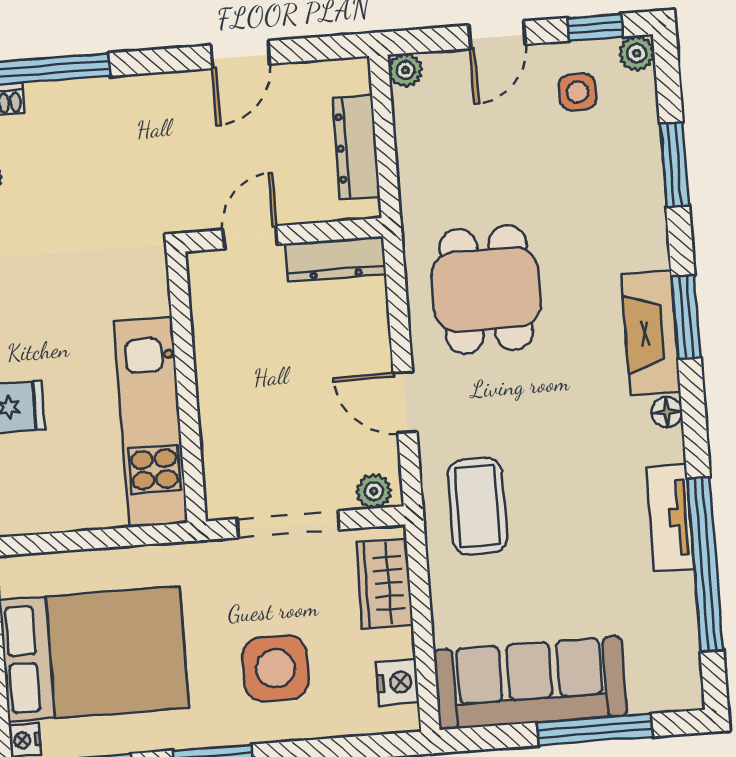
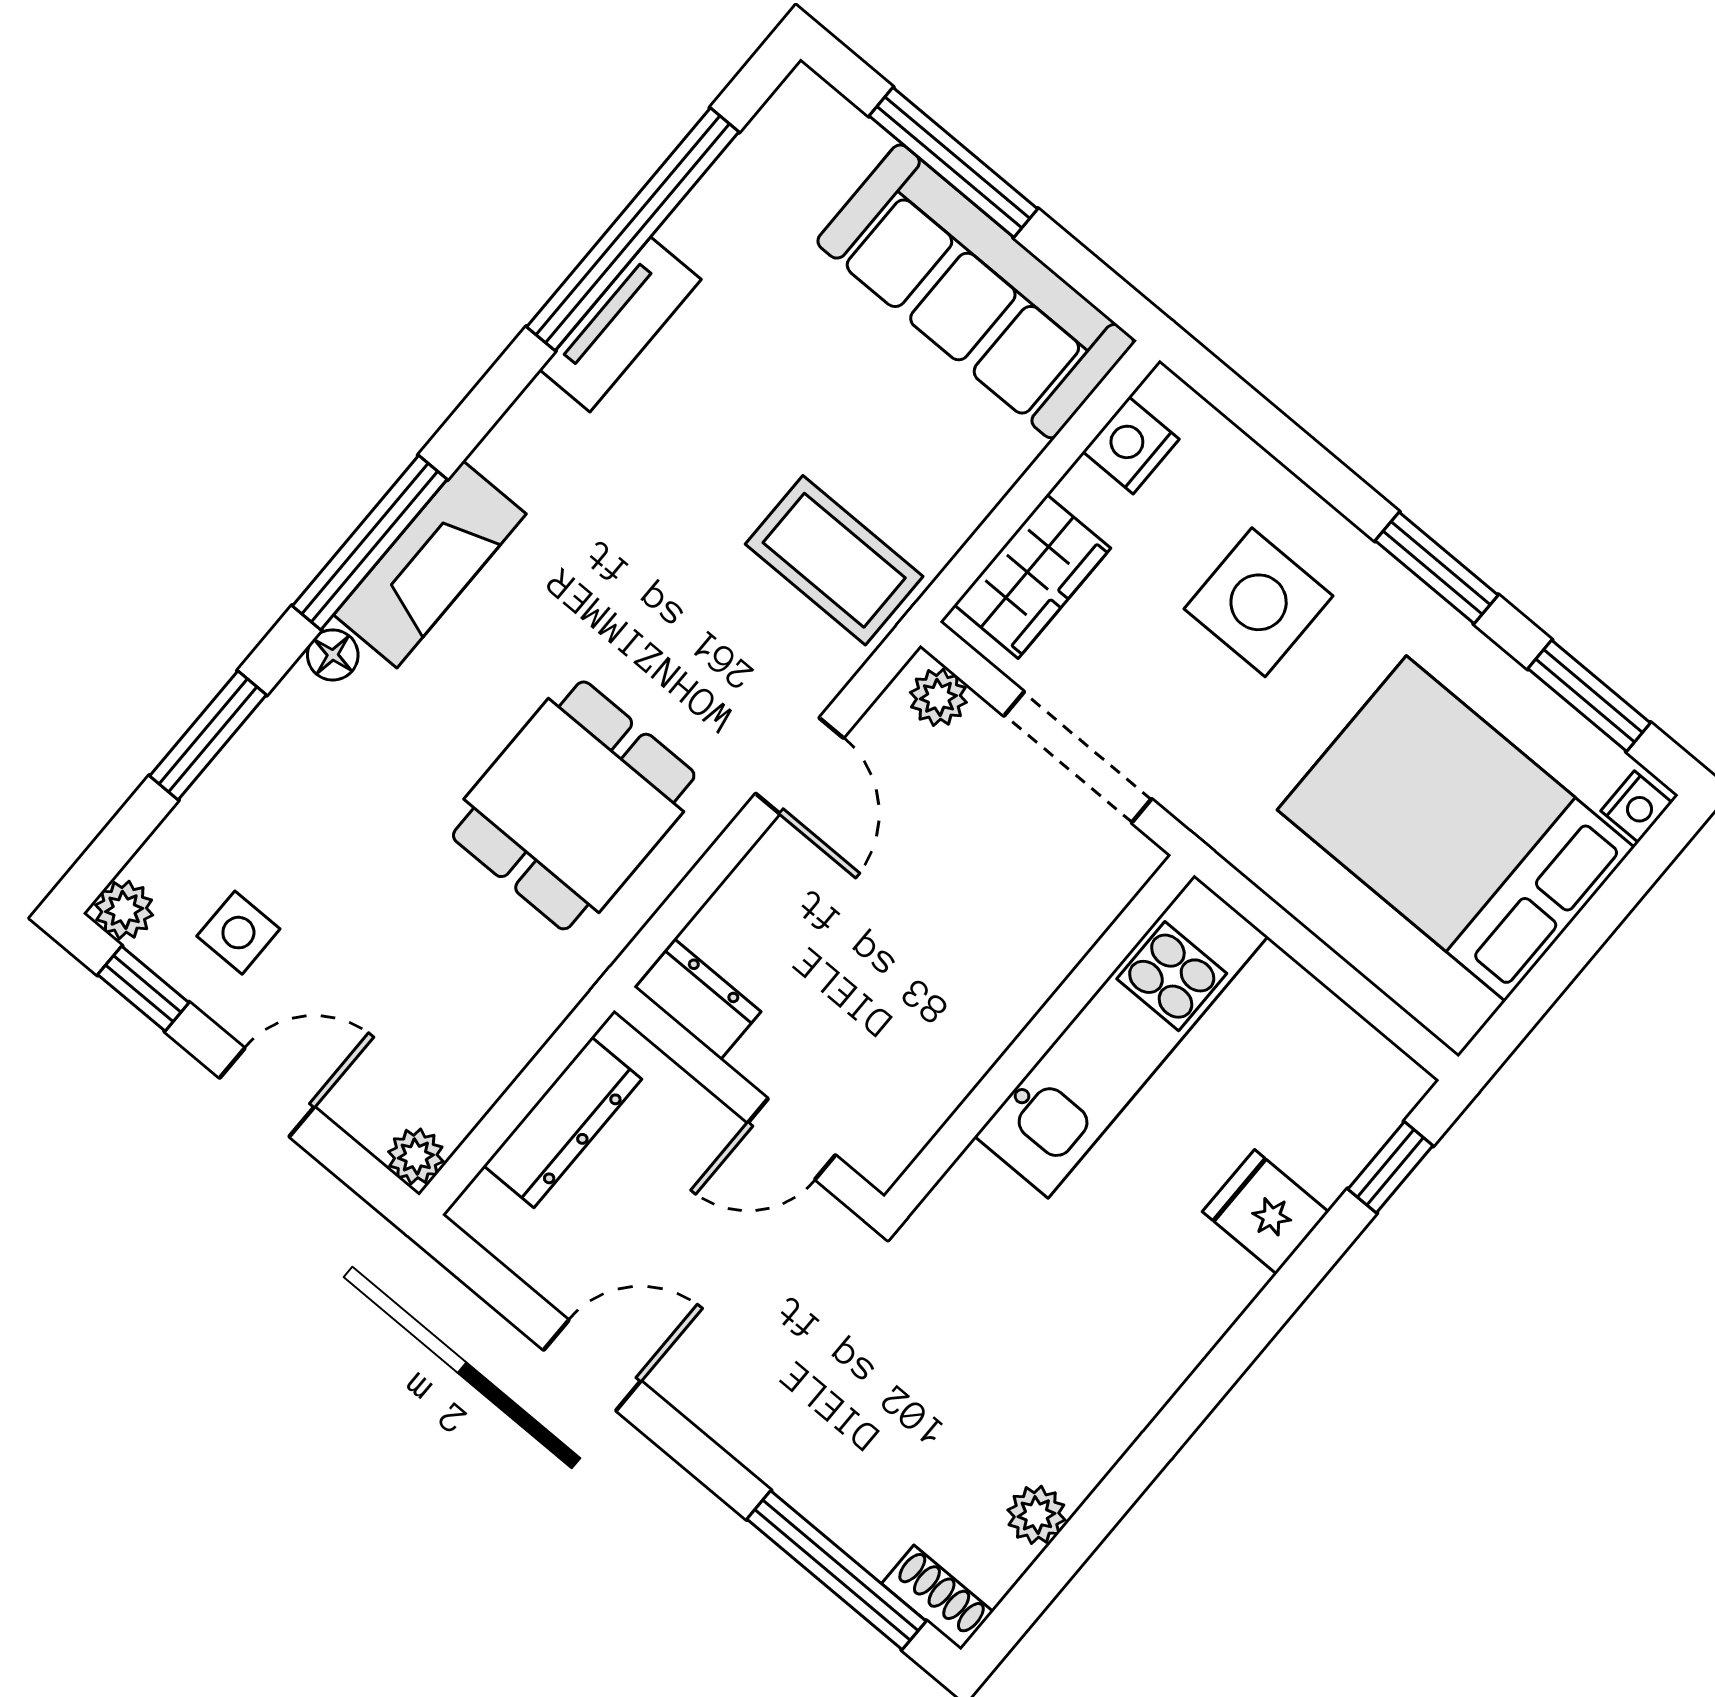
dresser: (335, 259) -> (698, 1000), width x0.70
window: (686, 317) -> (370, 543), width x1.44
floor lamp: (667, 412) -> (333, 655), moved
coffee table: (477, 506) -> (834, 560), turned 90

